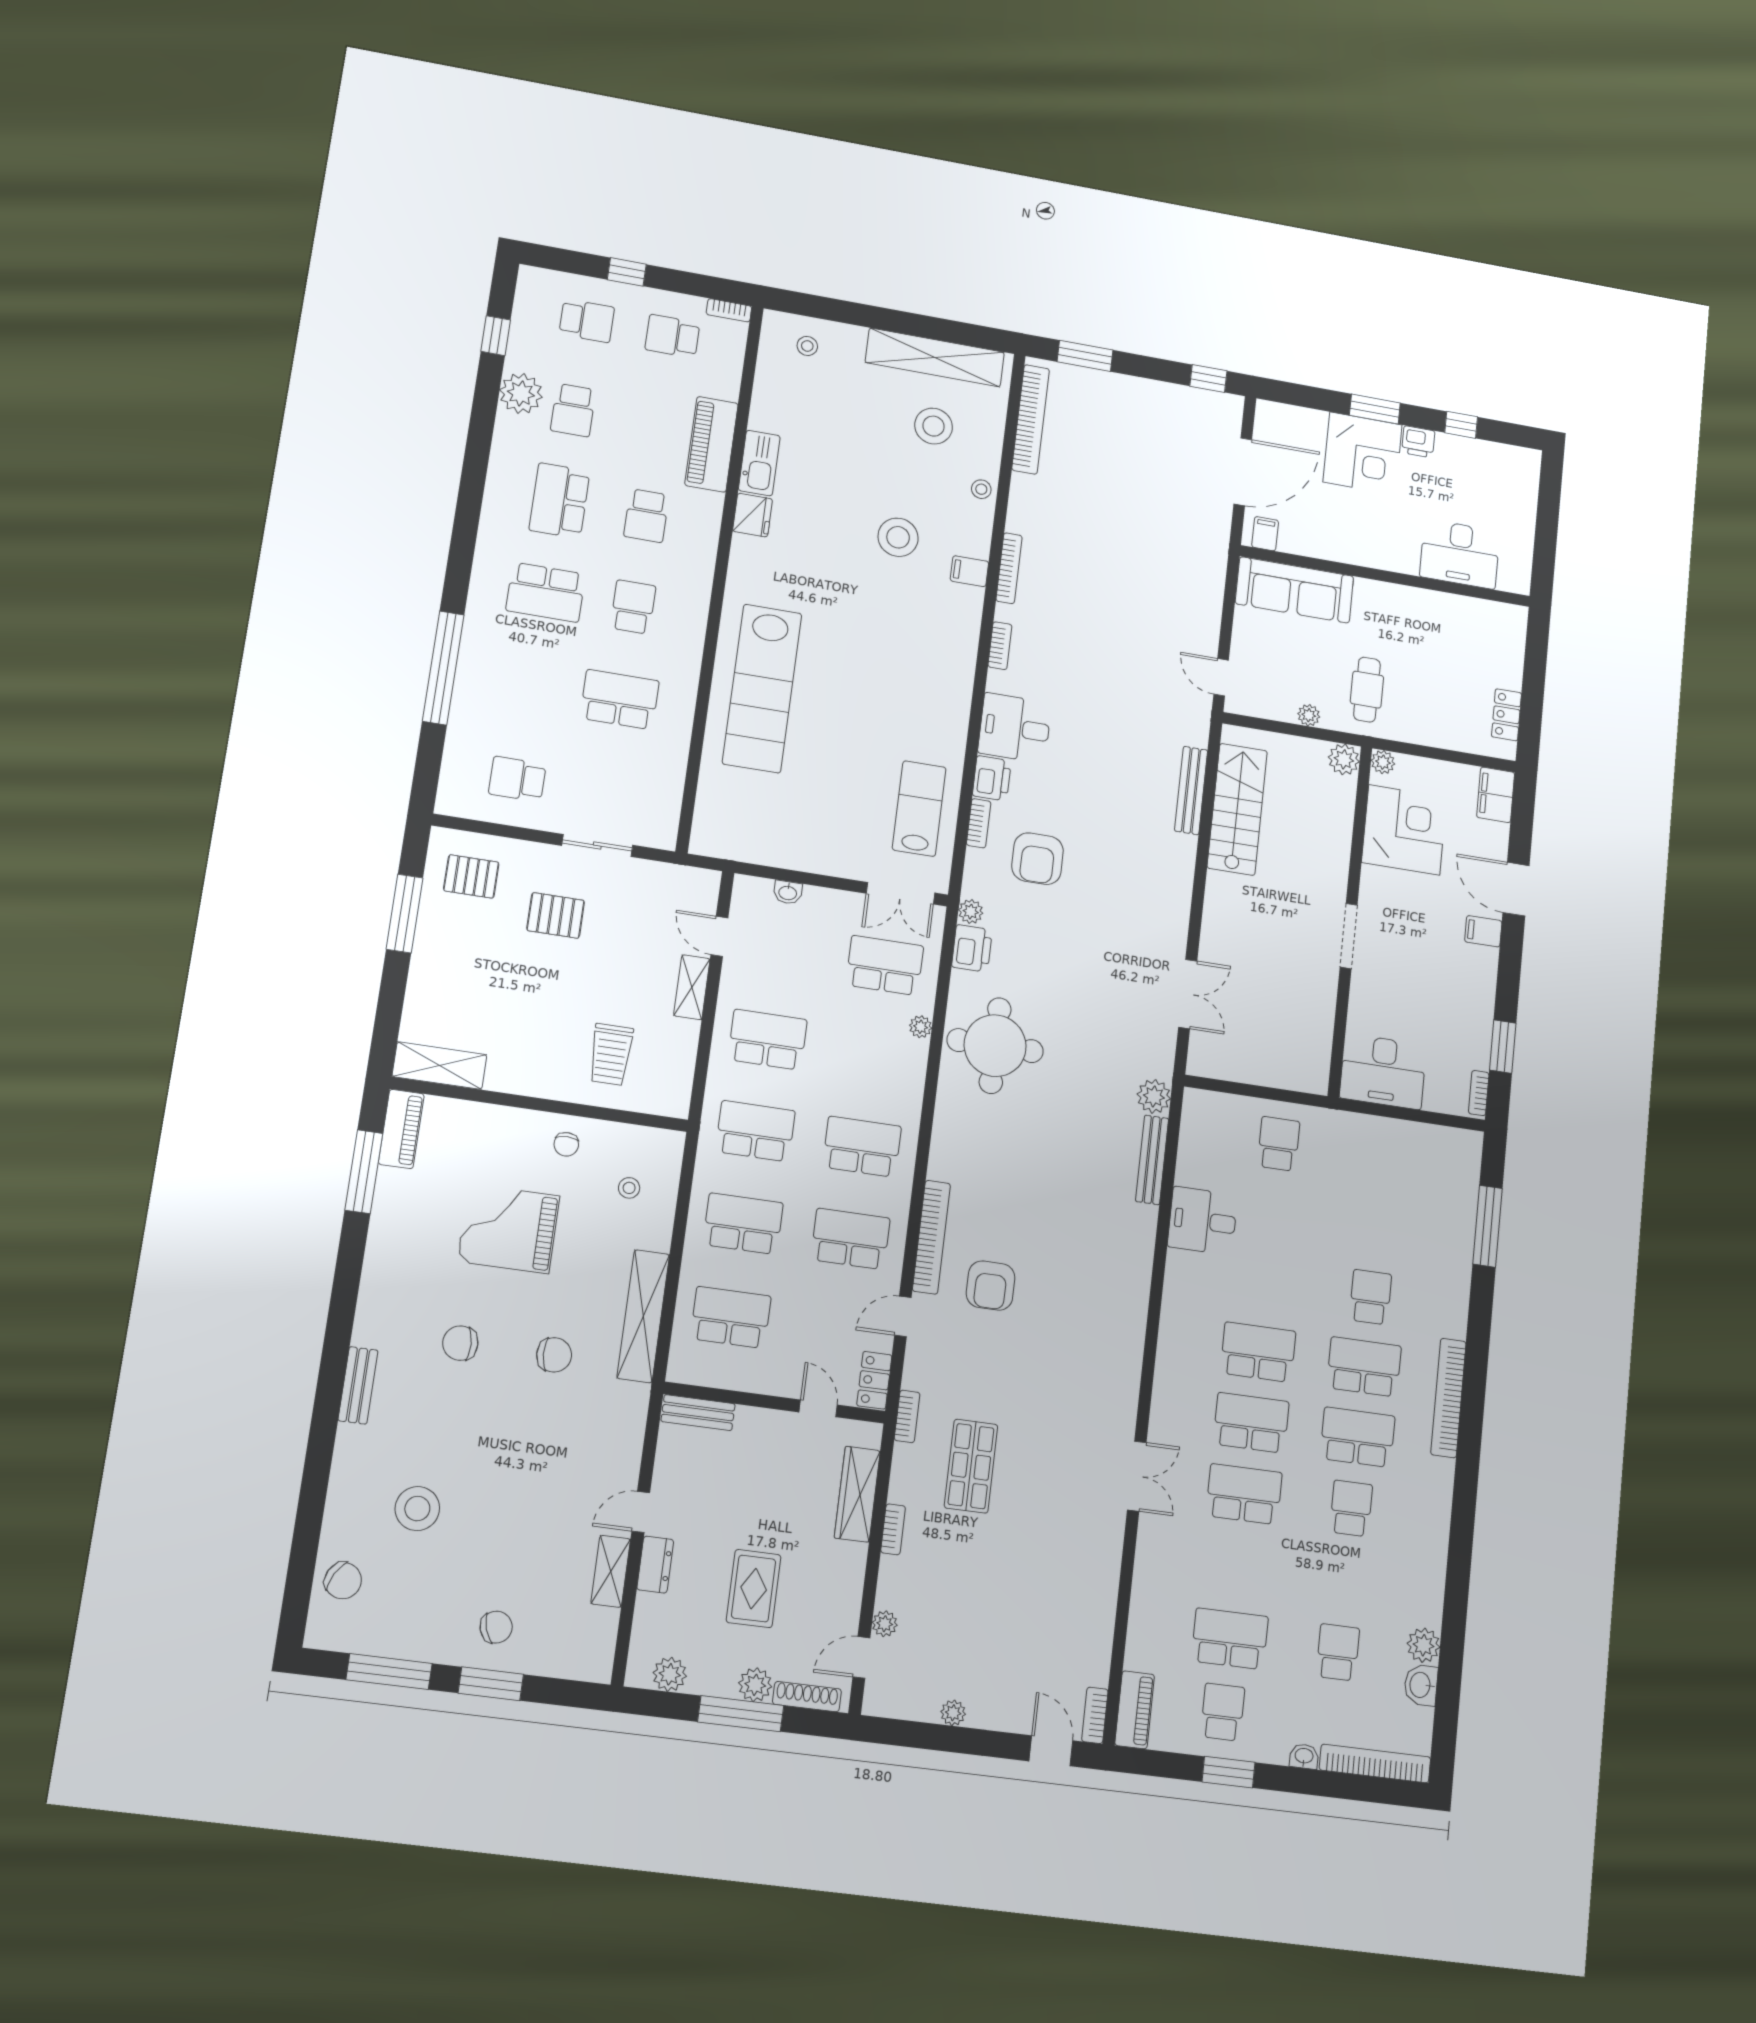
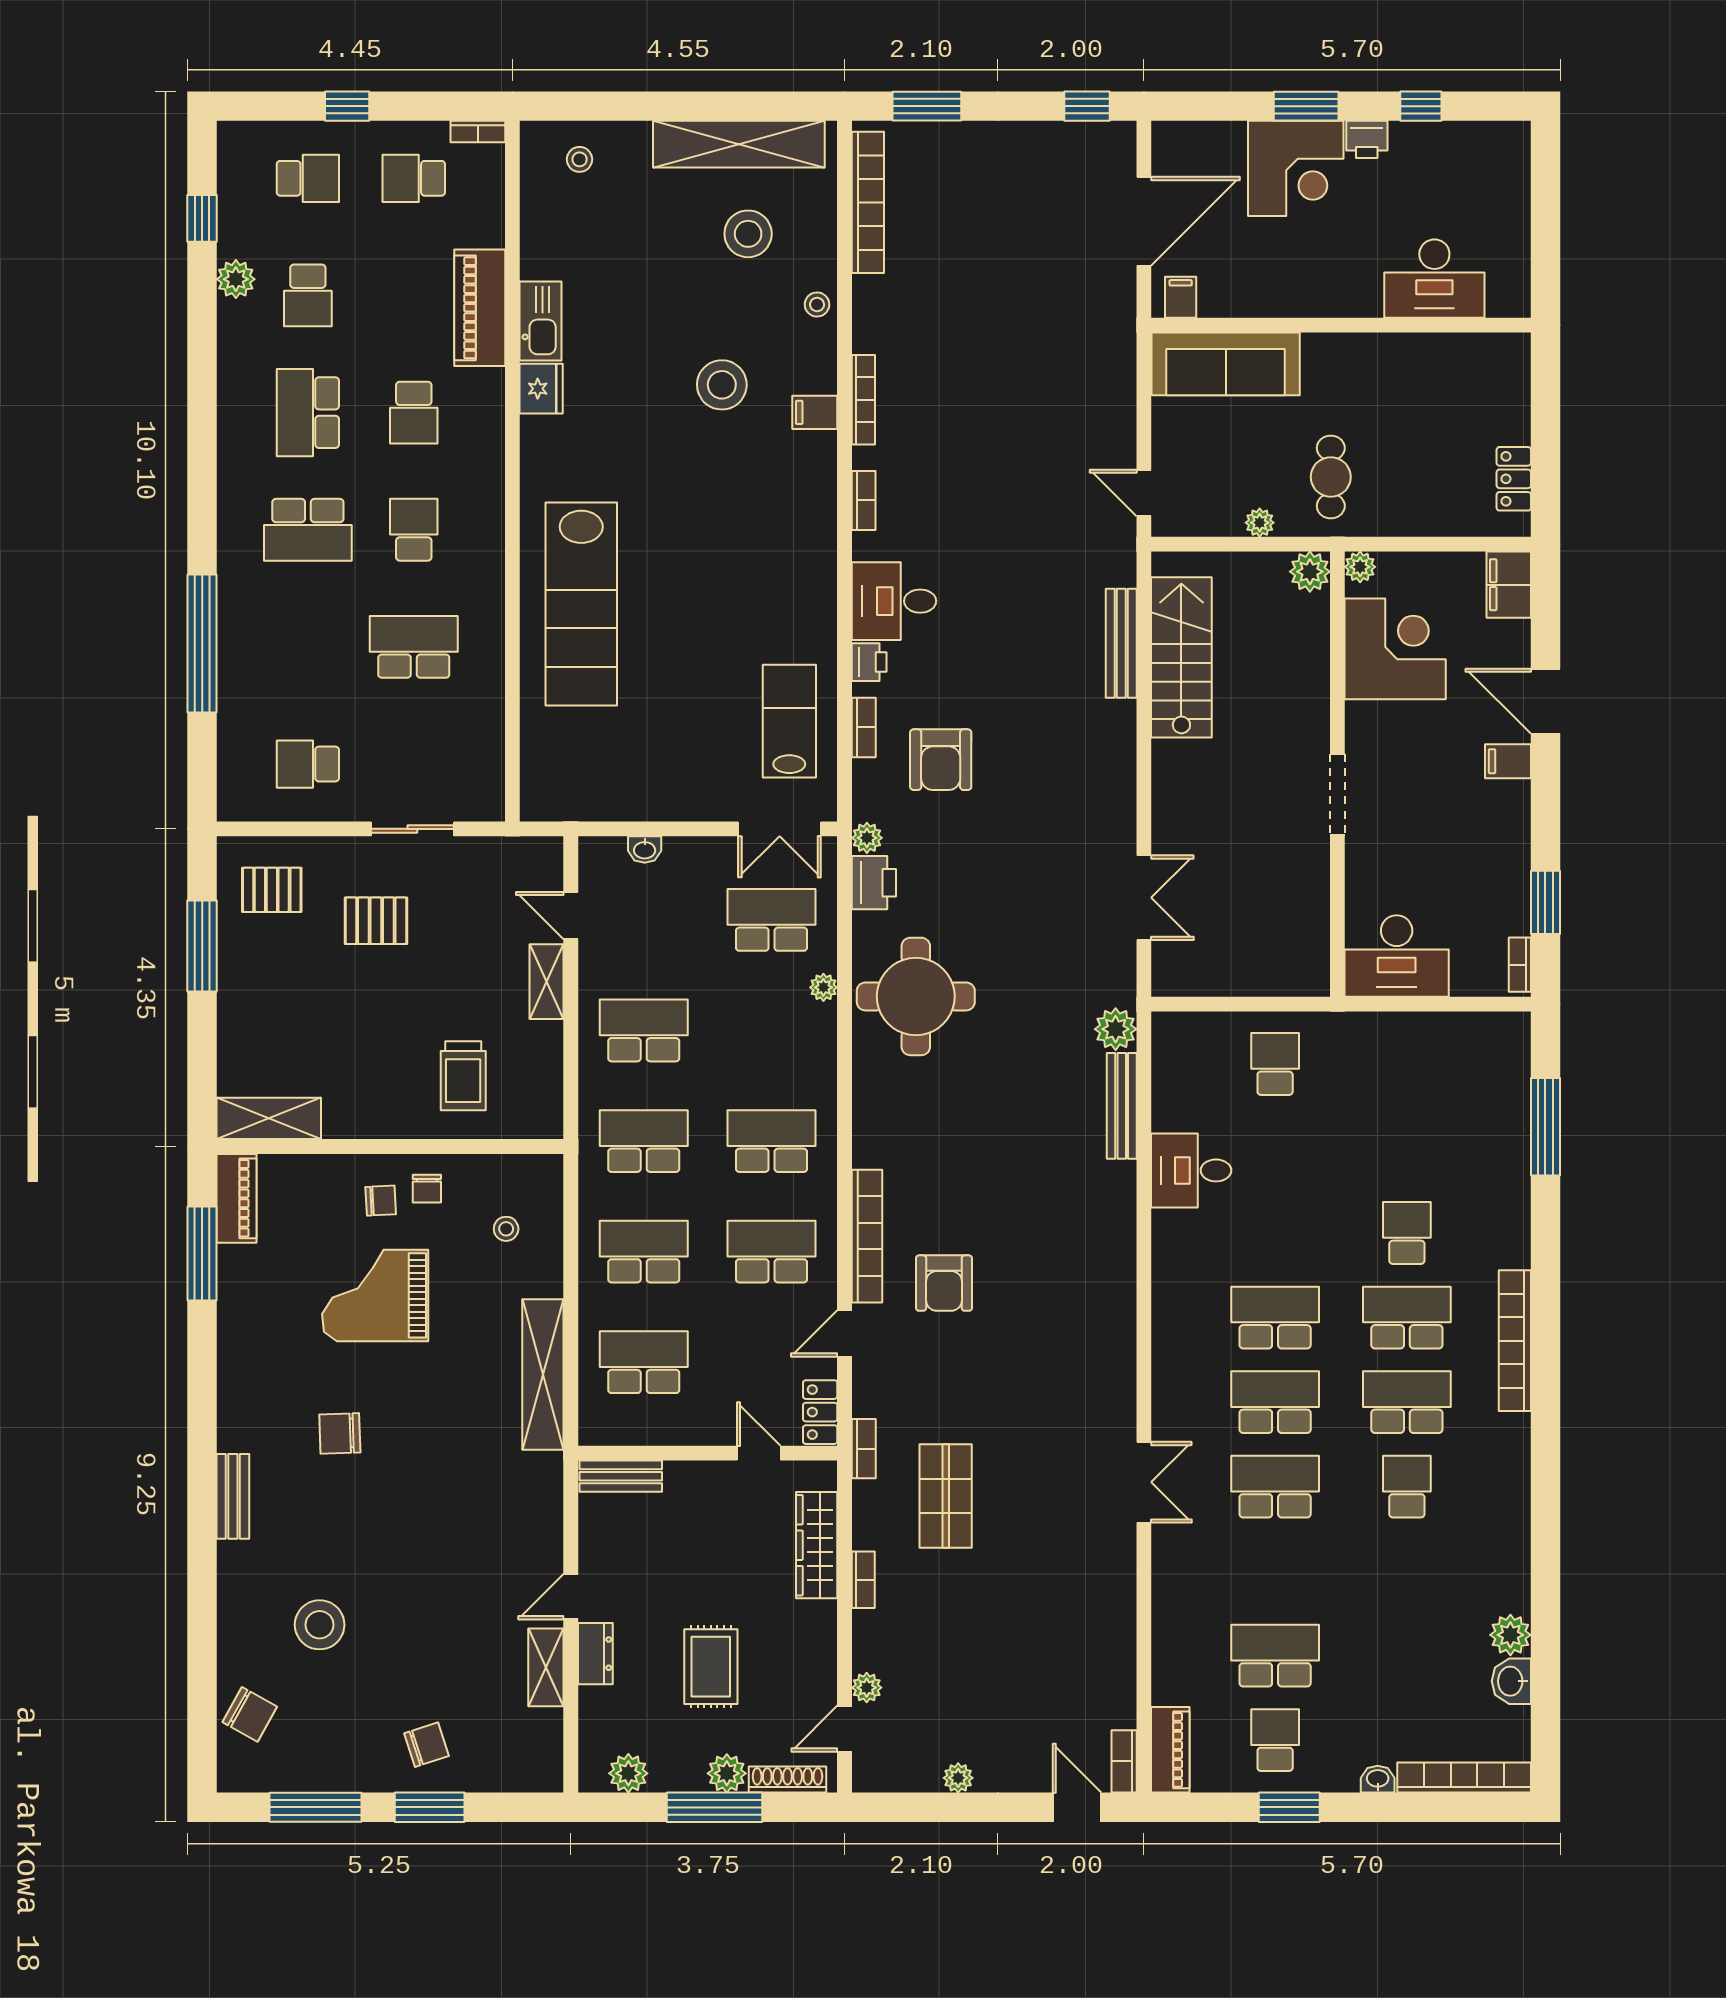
plant: (521, 393) -> (236, 279), width x0.73, depth x0.73
printer: (992, 778) -> (869, 662), width x0.73, depth x0.81
chair: (554, 1355) -> (381, 1201), moved, width x0.73, depth x0.73
school desk: (1338, 1652) -> (1407, 1656), removed

